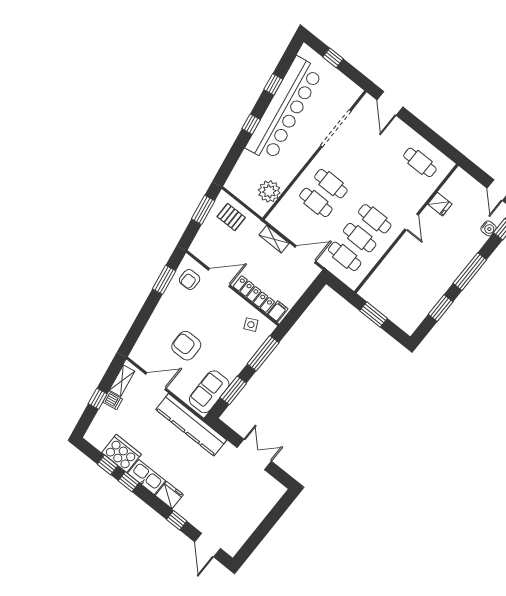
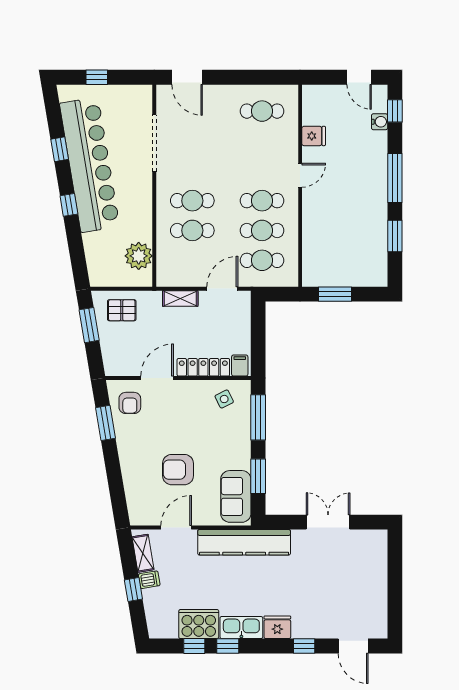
door: (412, 222) -> (300, 175), hinge flipped

